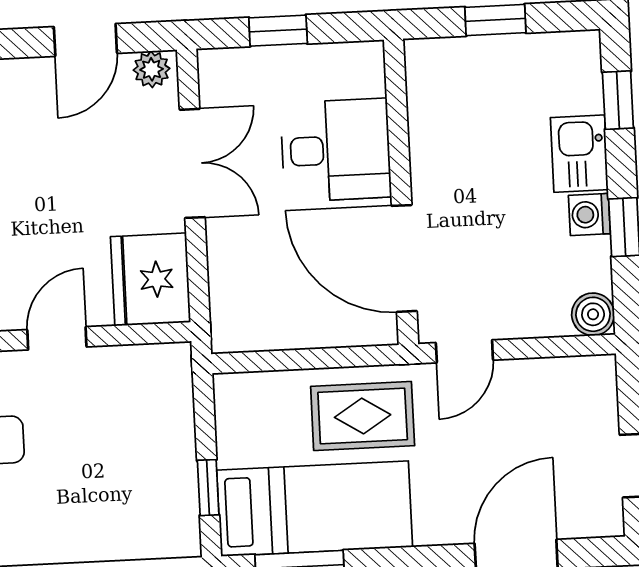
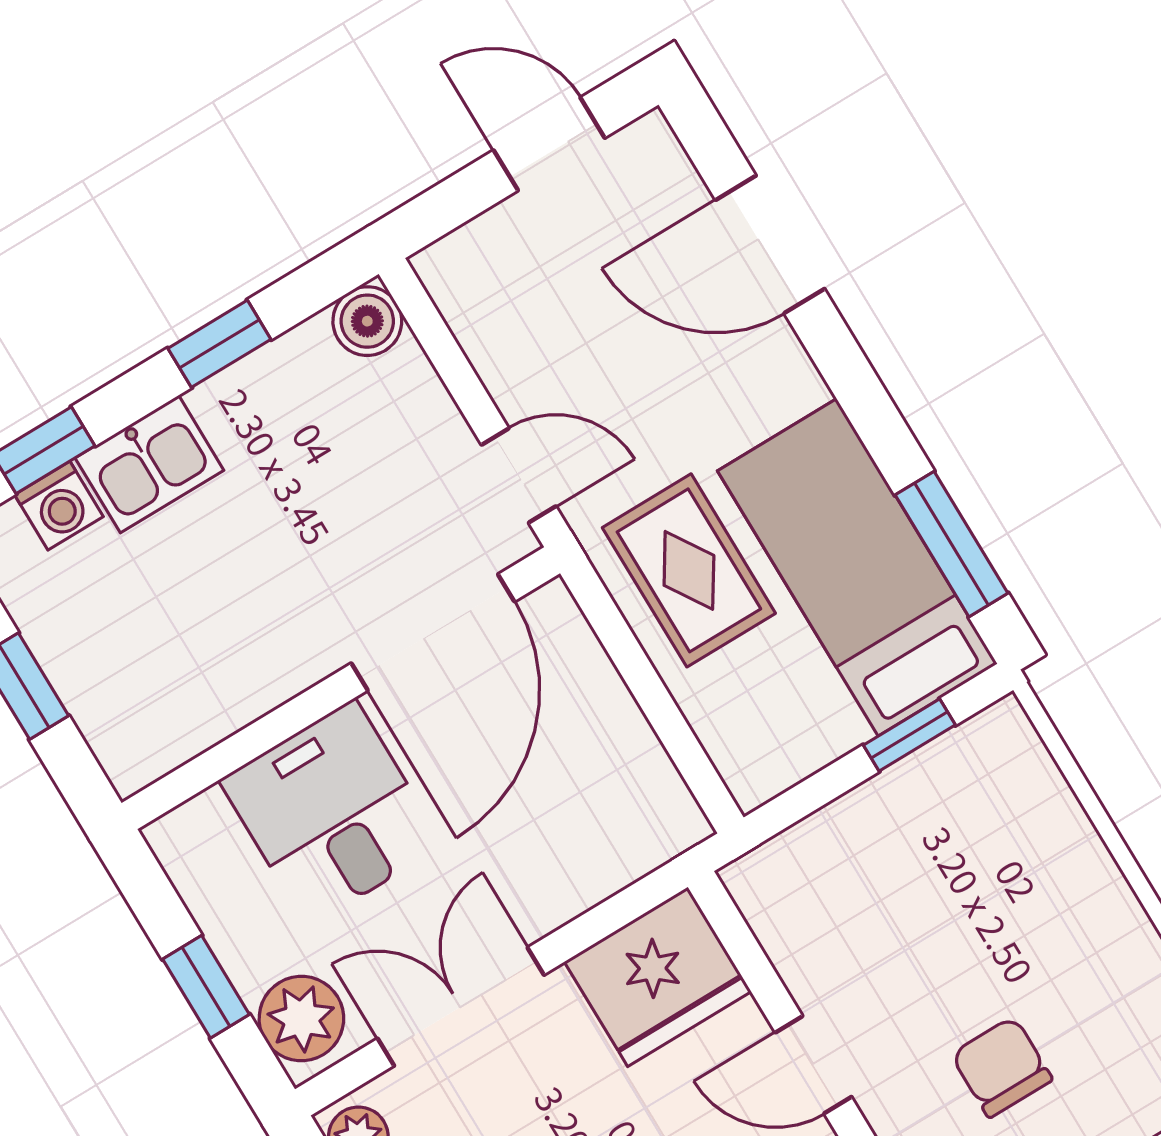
plant: (233, 73) -> (301, 1019), added
washing machine: (589, 215) -> (59, 506), moved

